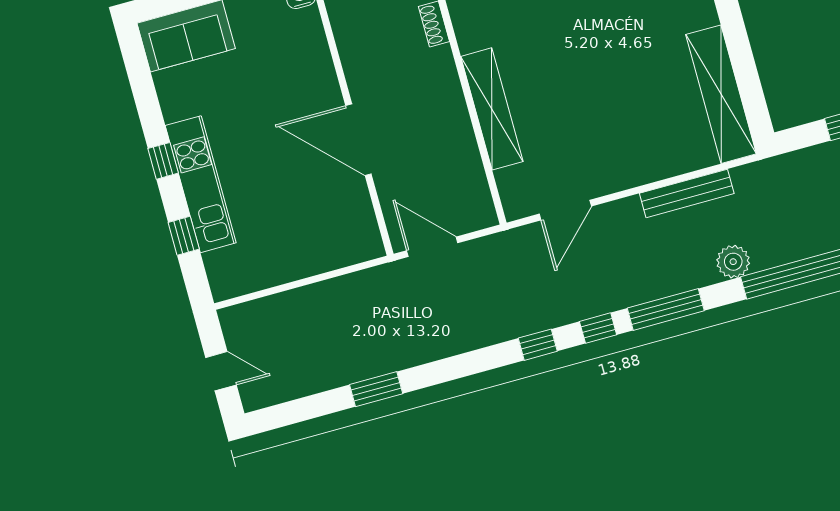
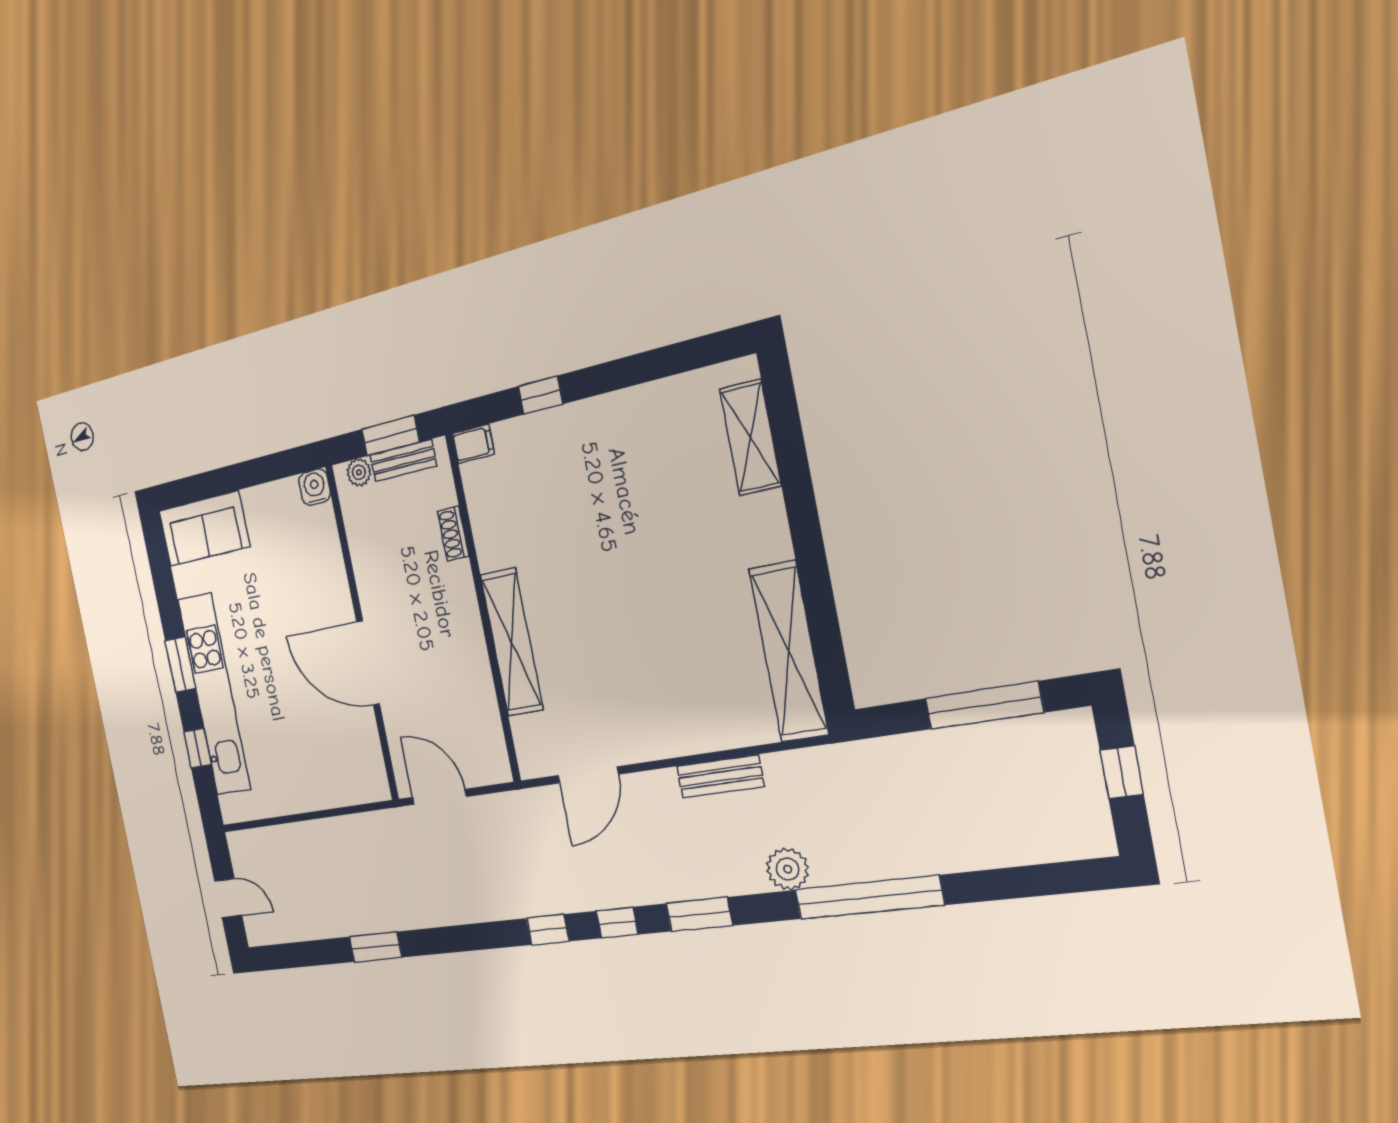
window: (163, 161) -> (180, 664), width x1.50
kitchen unit: (201, 184) -> (214, 694), width x1.36
bench: (687, 193) -> (720, 776), width x0.73
window: (666, 309) -> (699, 914), width x0.69

